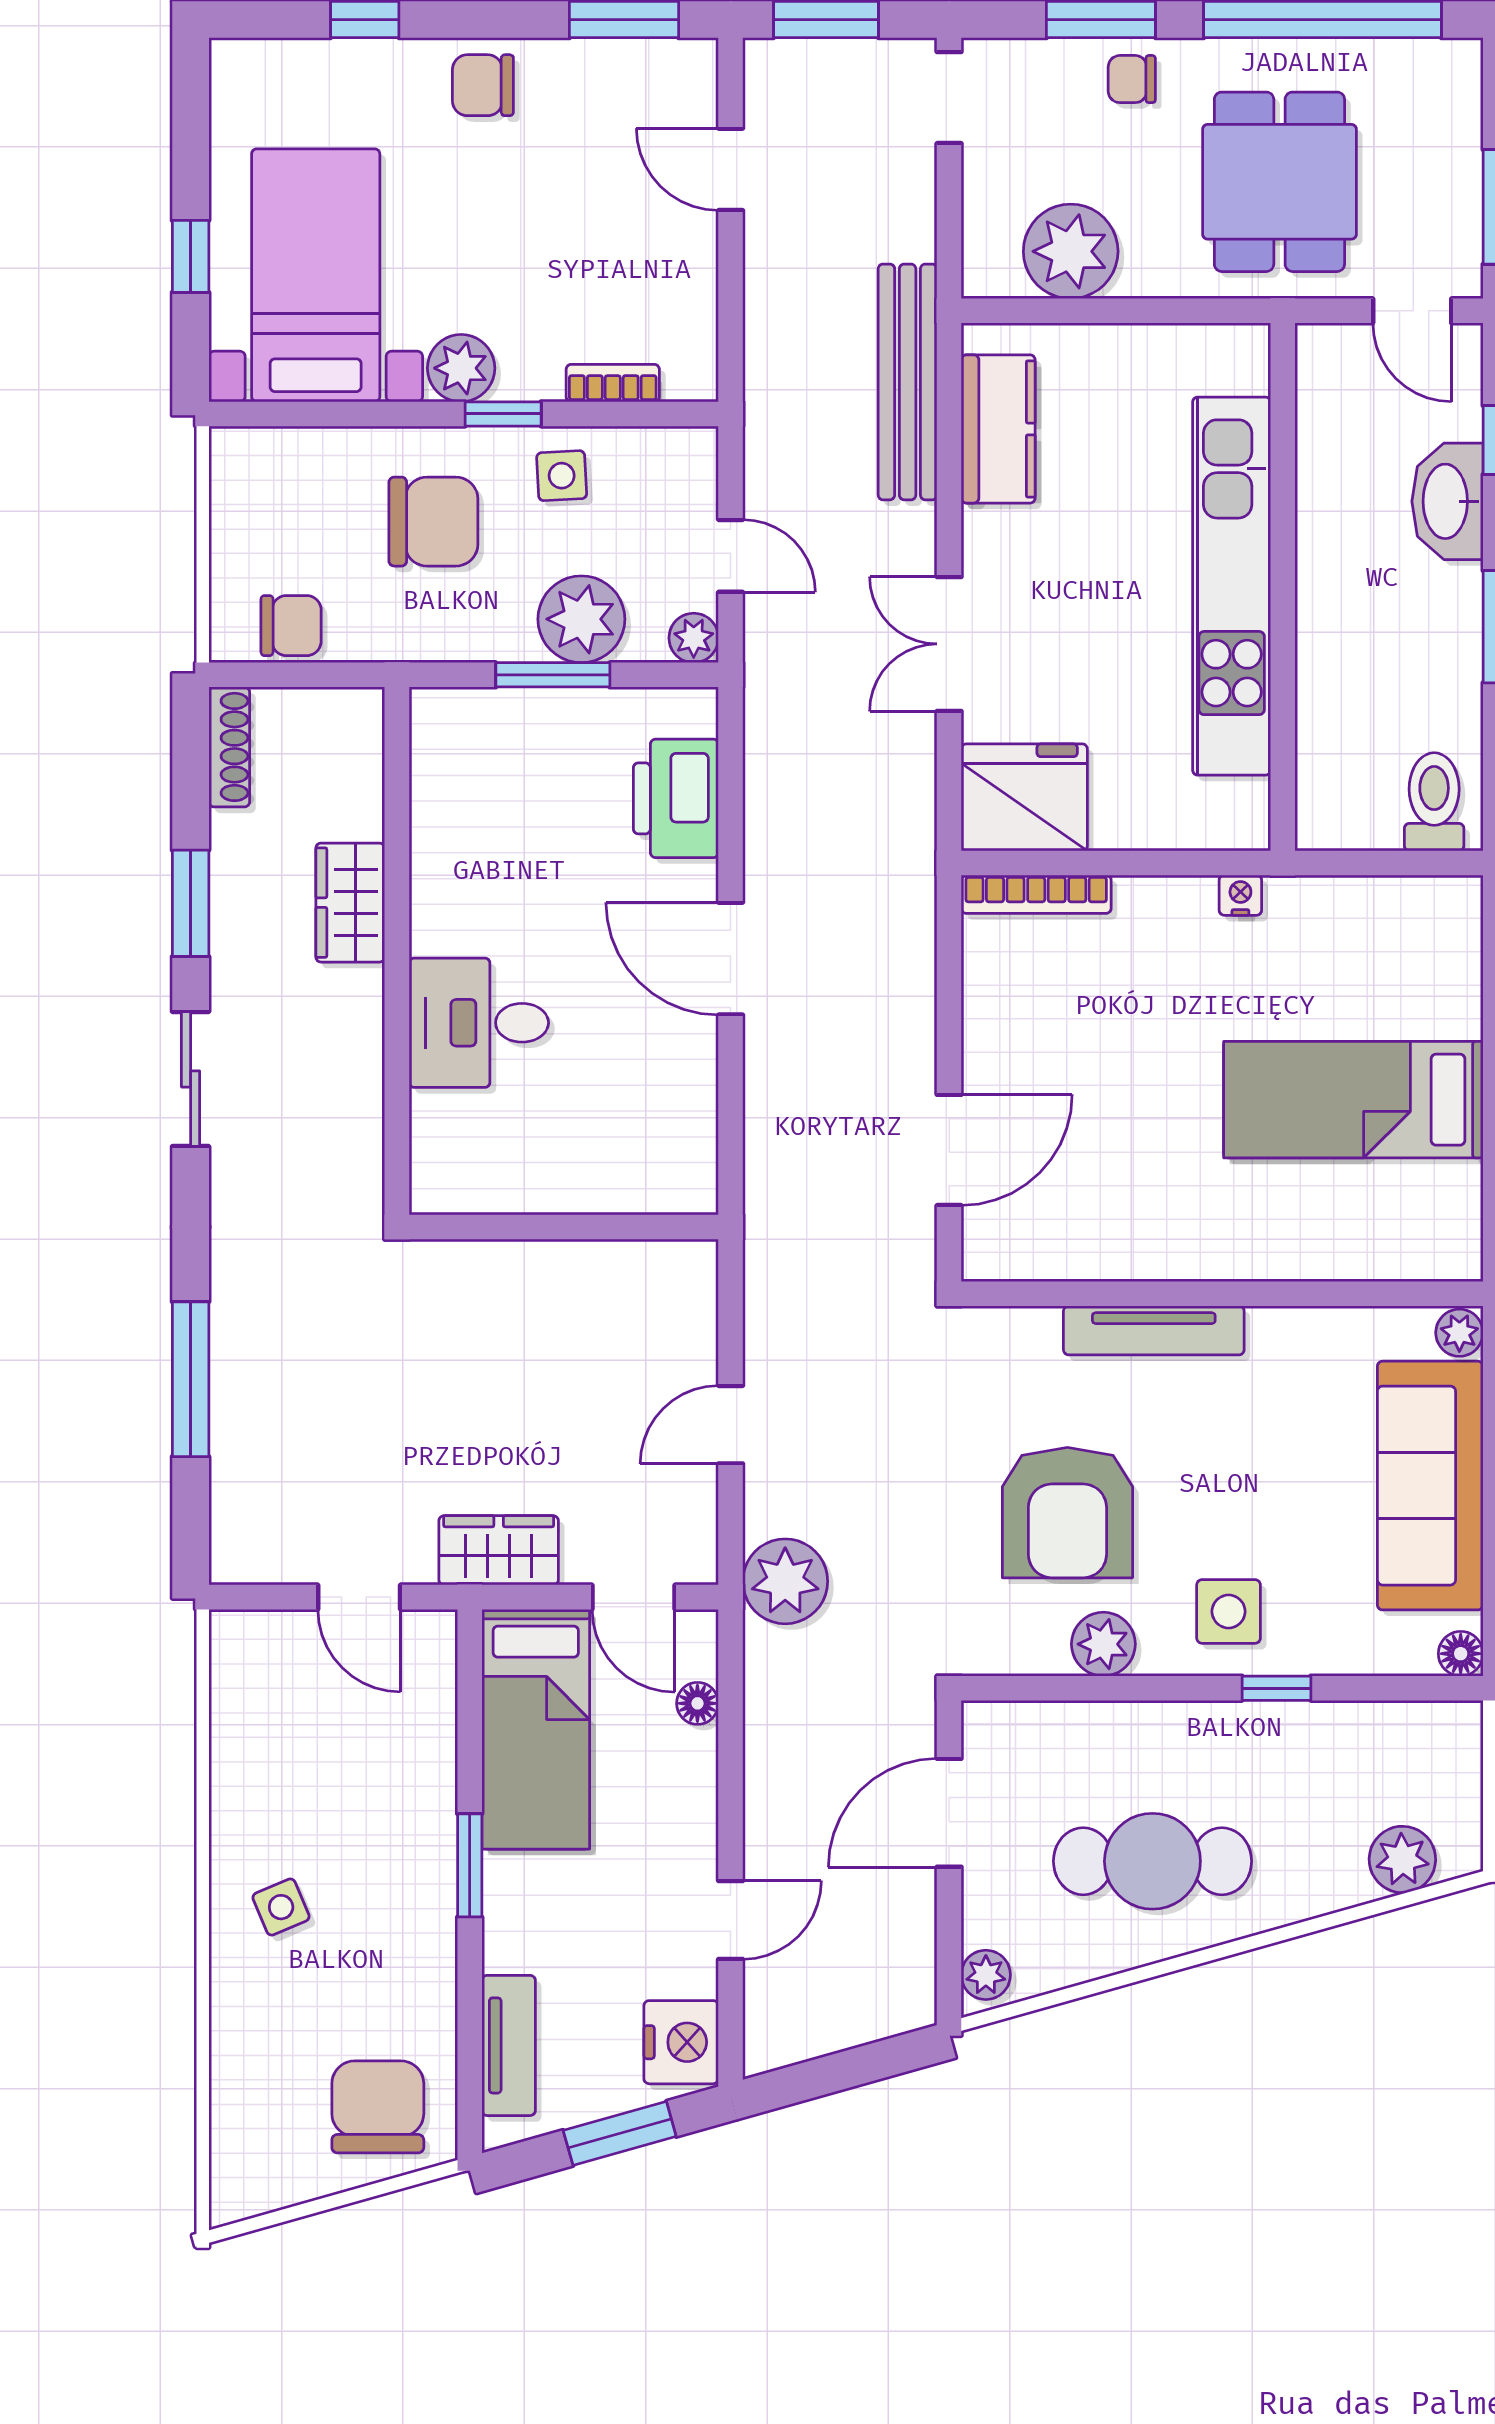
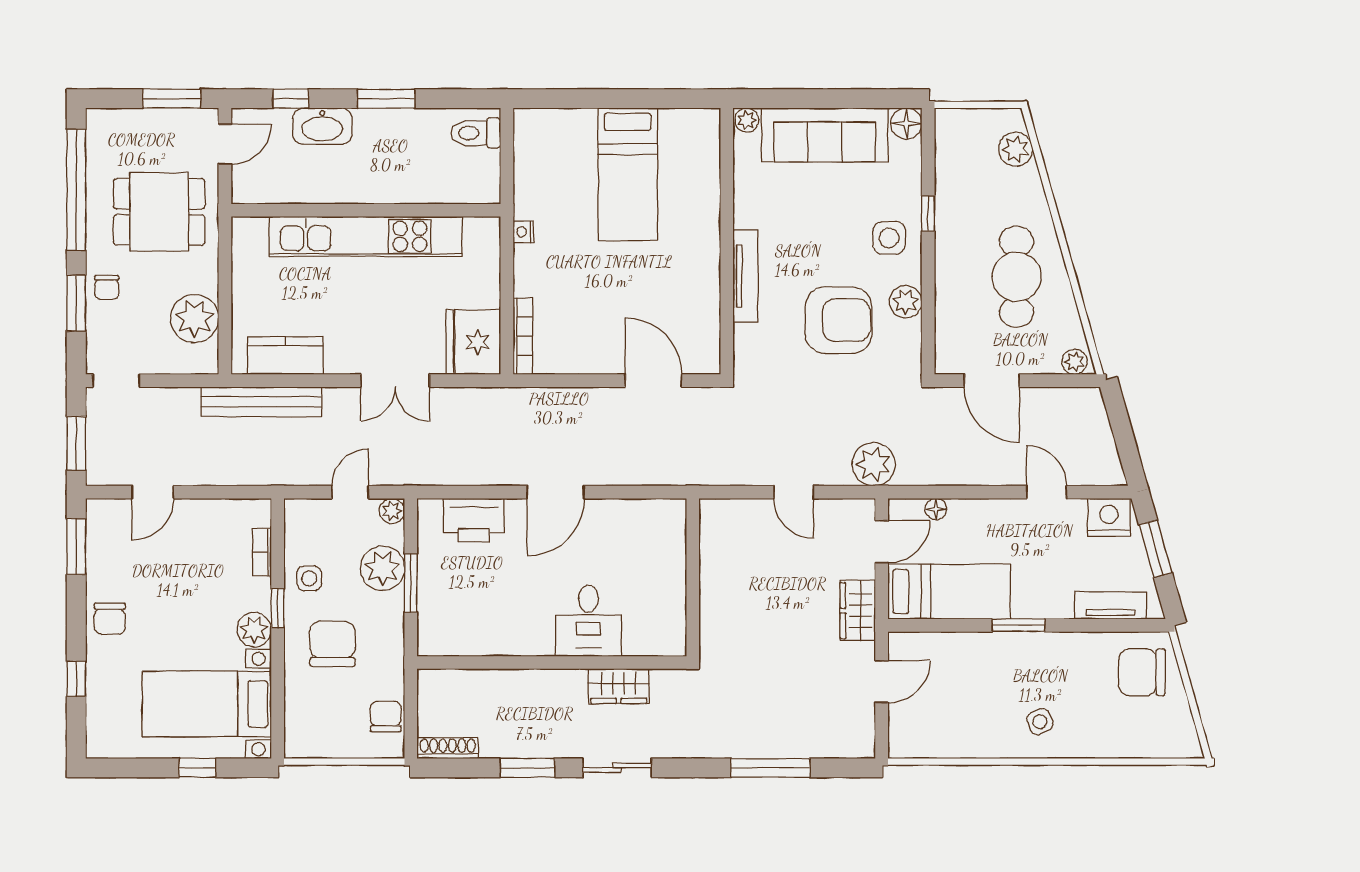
wardrobe: (350, 903) -> (619, 686), moved
floor lamp: (1461, 1654) -> (906, 124), width x1.37, depth x1.37

